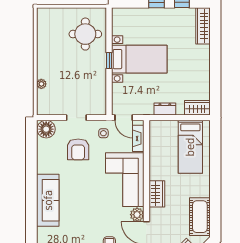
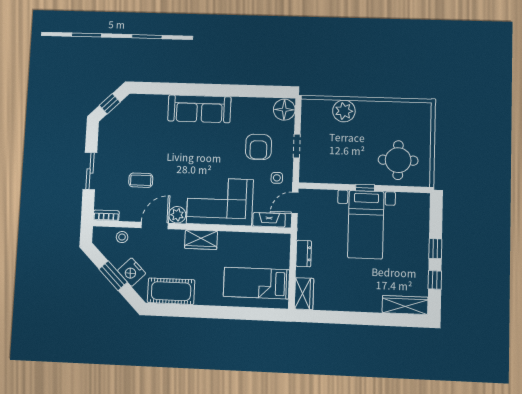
plant: (41, 84) -> (344, 111), width x1.87, depth x1.87
armchair: (78, 149) -> (258, 147), turned -90

